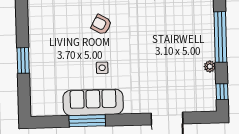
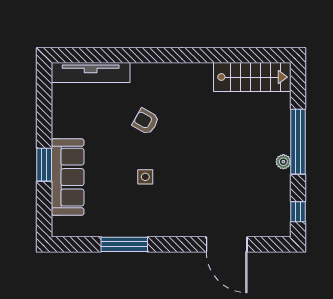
plant: (210, 66) -> (283, 162), moved
sofa: (93, 102) -> (68, 177), moved, turned 90

